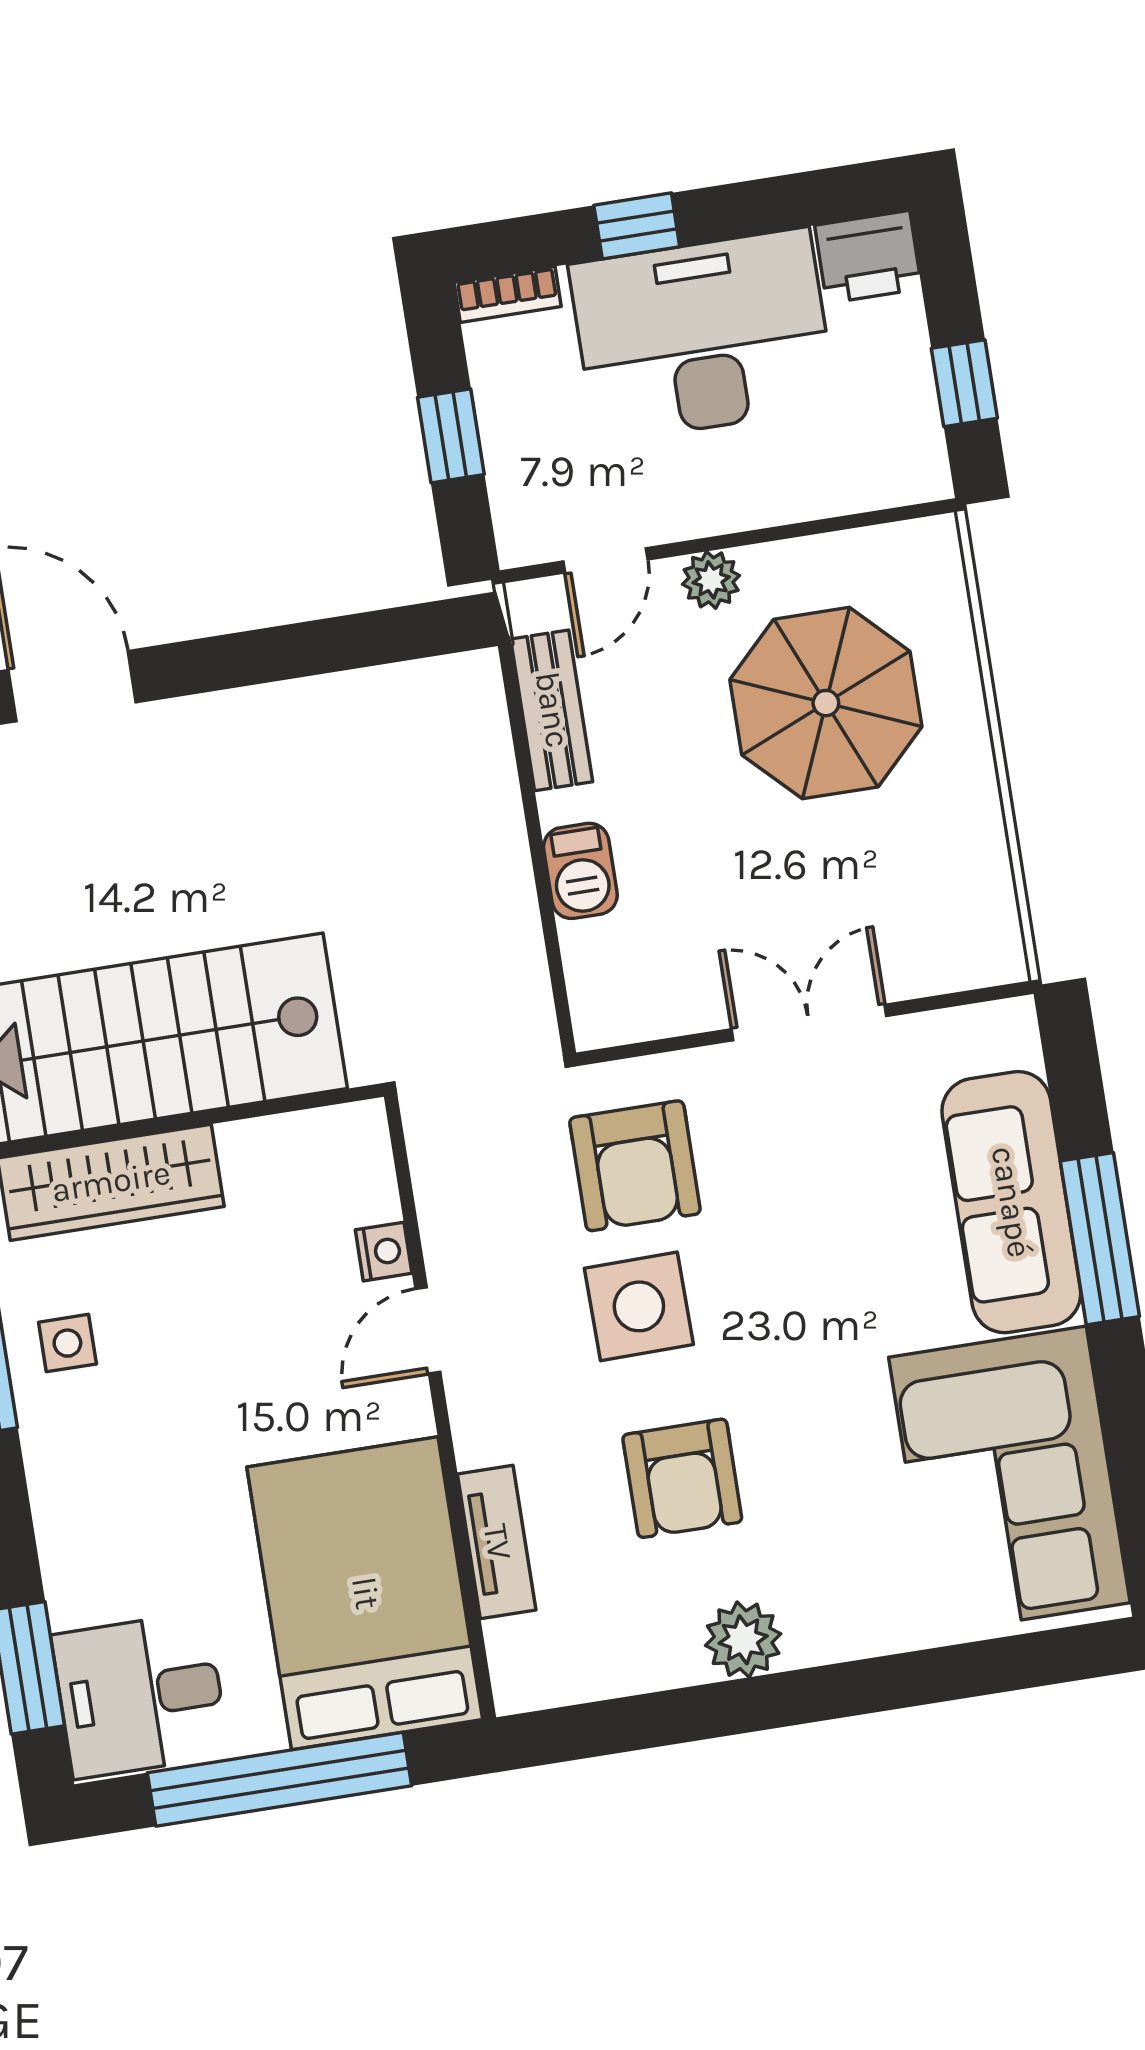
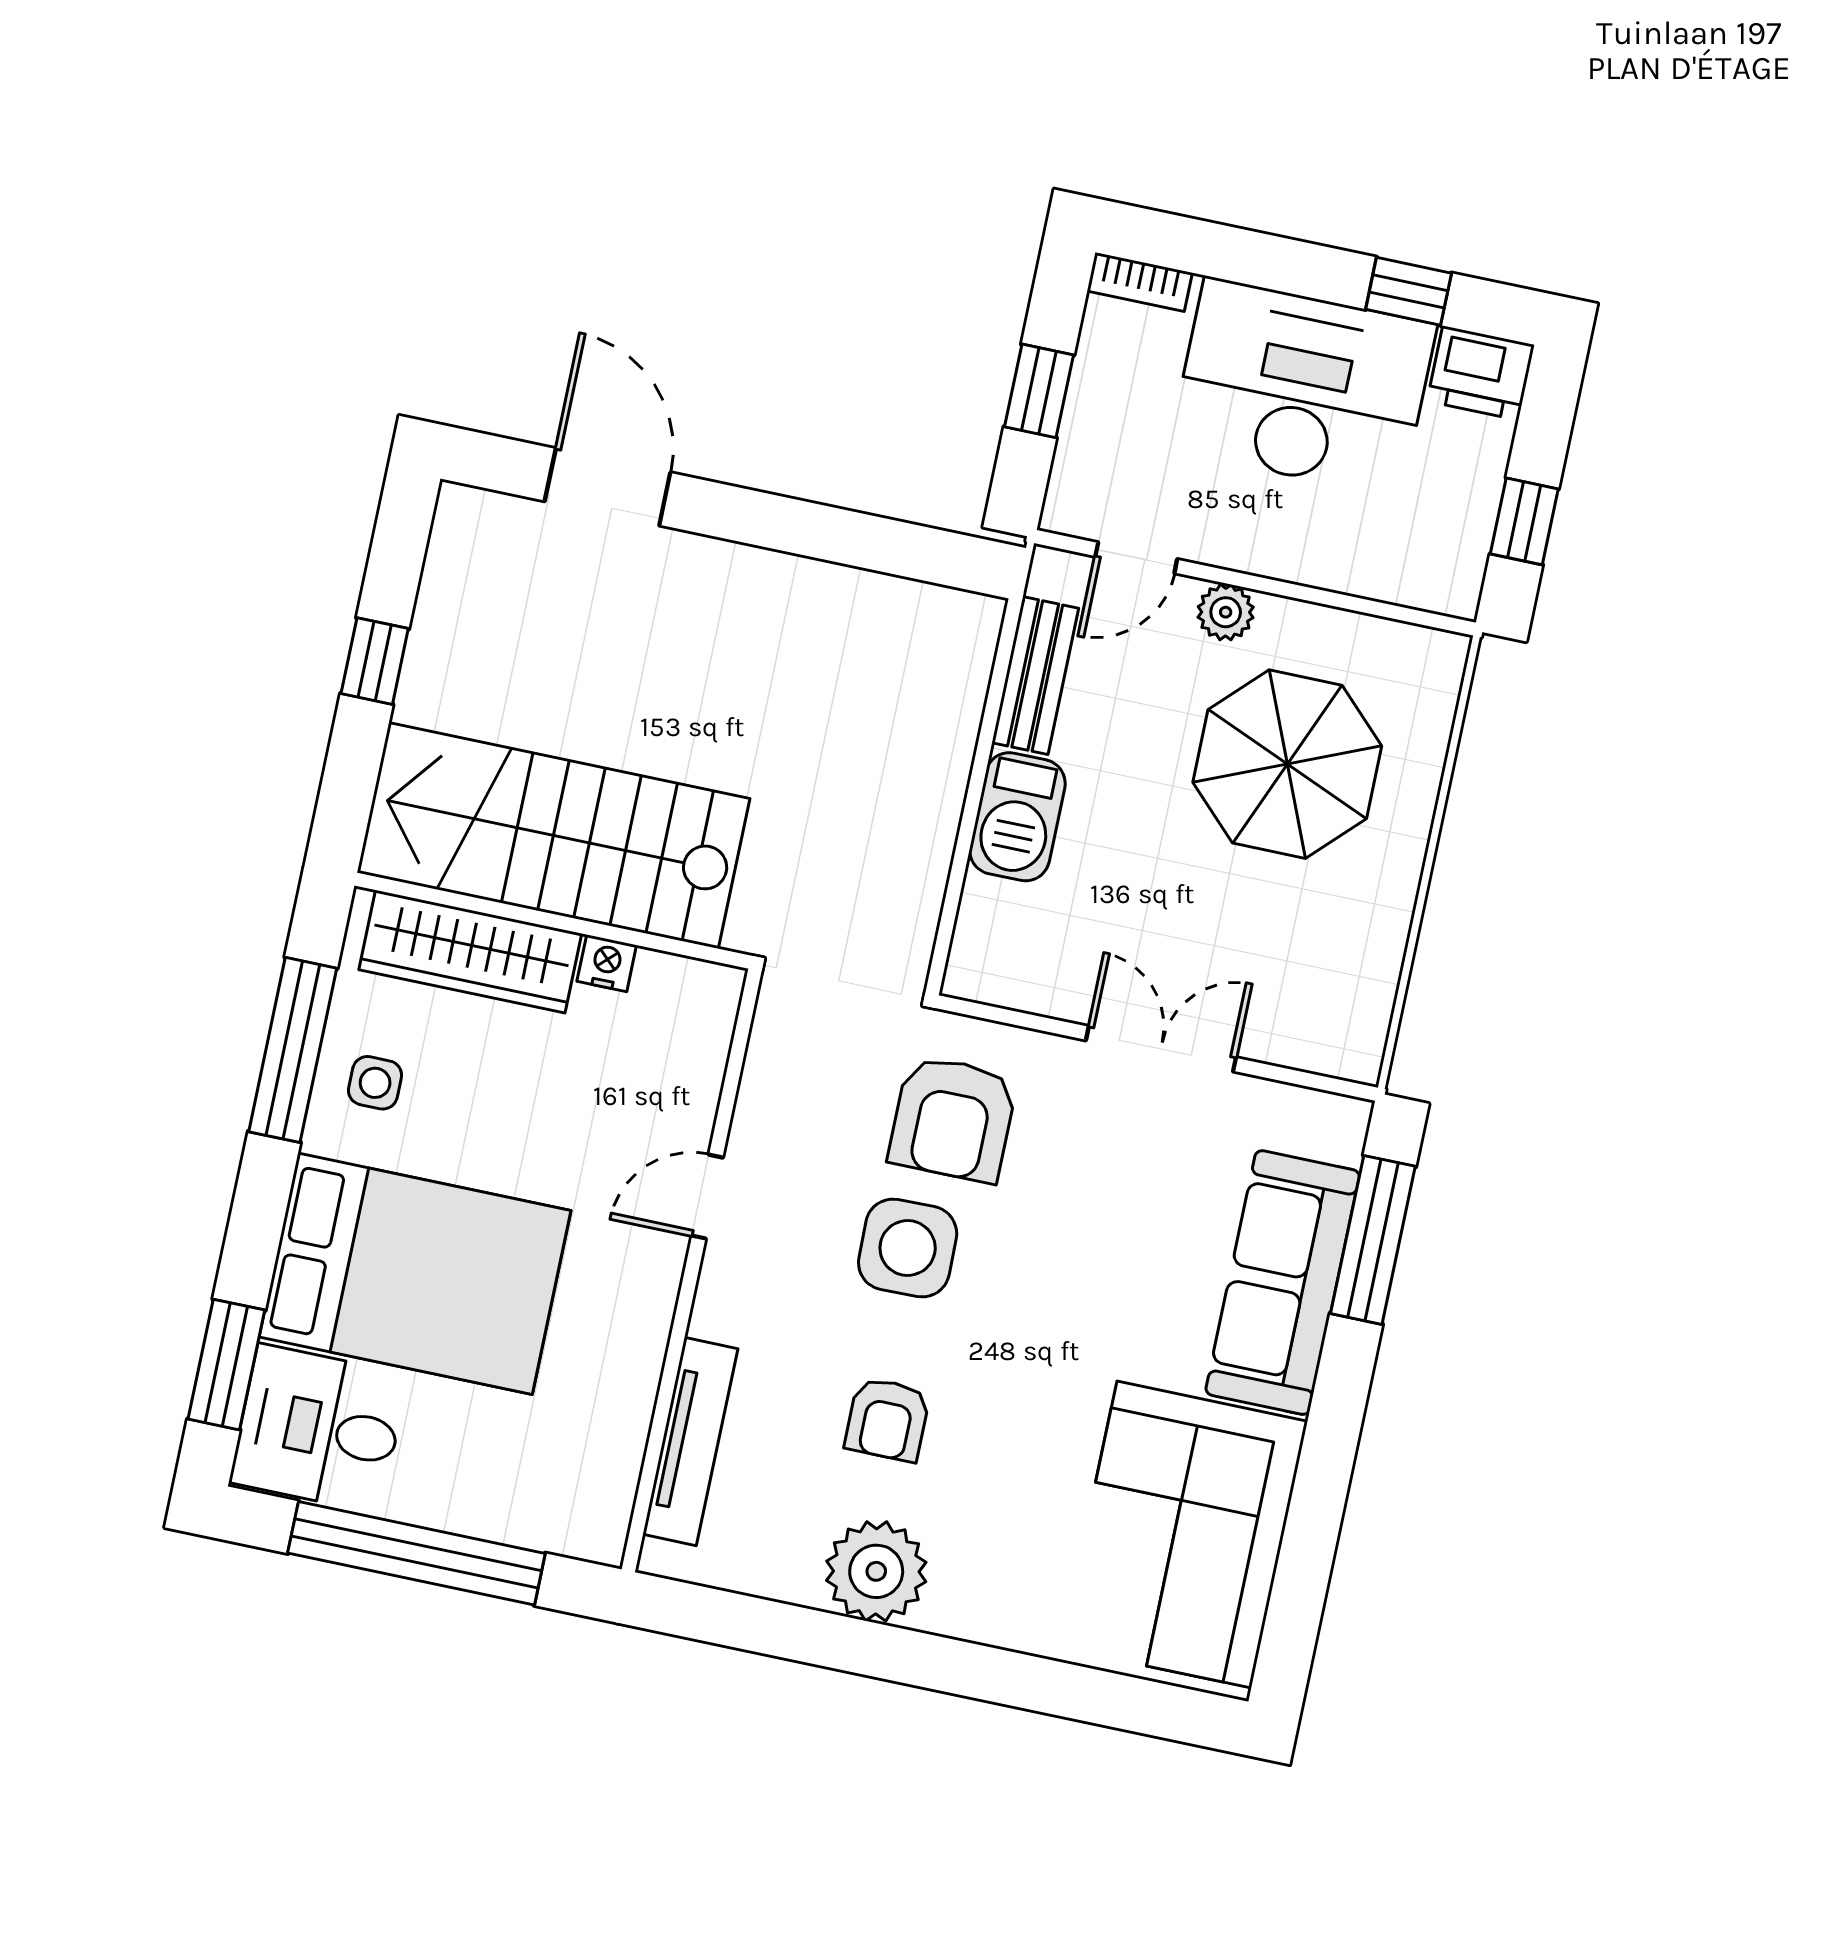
window: (637, 226) -> (1409, 291), moved
barbecue: (580, 871) -> (1017, 817), width x1.38, depth x1.27
window: (1100, 1239) -> (1373, 1240), moved
nightstand: (384, 1252) -> (607, 963), moved, turned -90
armchair: (682, 1478) -> (887, 1419), width x0.72, depth x0.72
tv unit: (497, 1542) -> (690, 1442), width x1.41
bed: (365, 1593) -> (415, 1274), moved, turned 90
plant: (743, 1640) -> (876, 1571), width x1.36, depth x1.36

